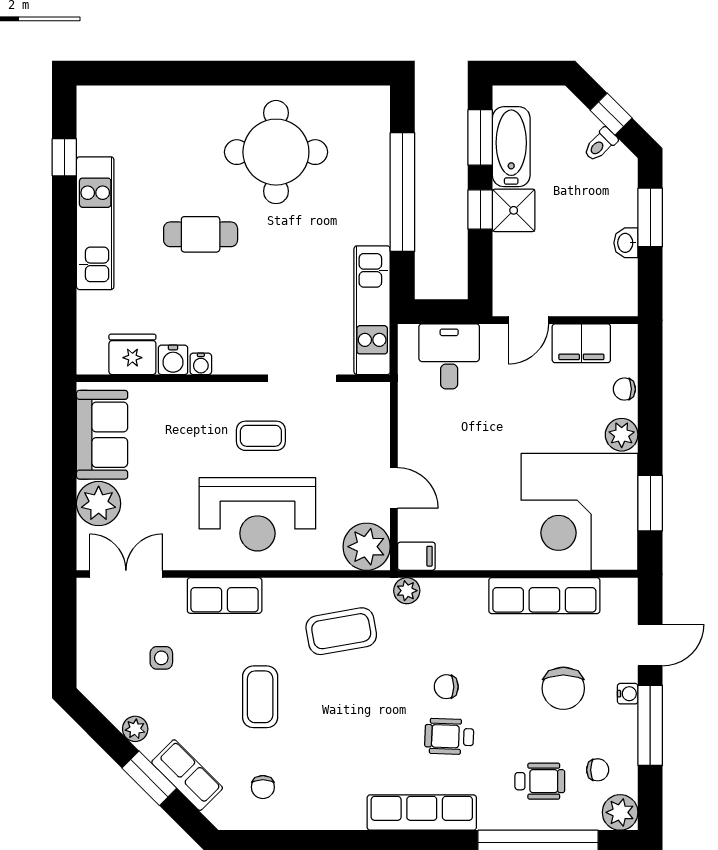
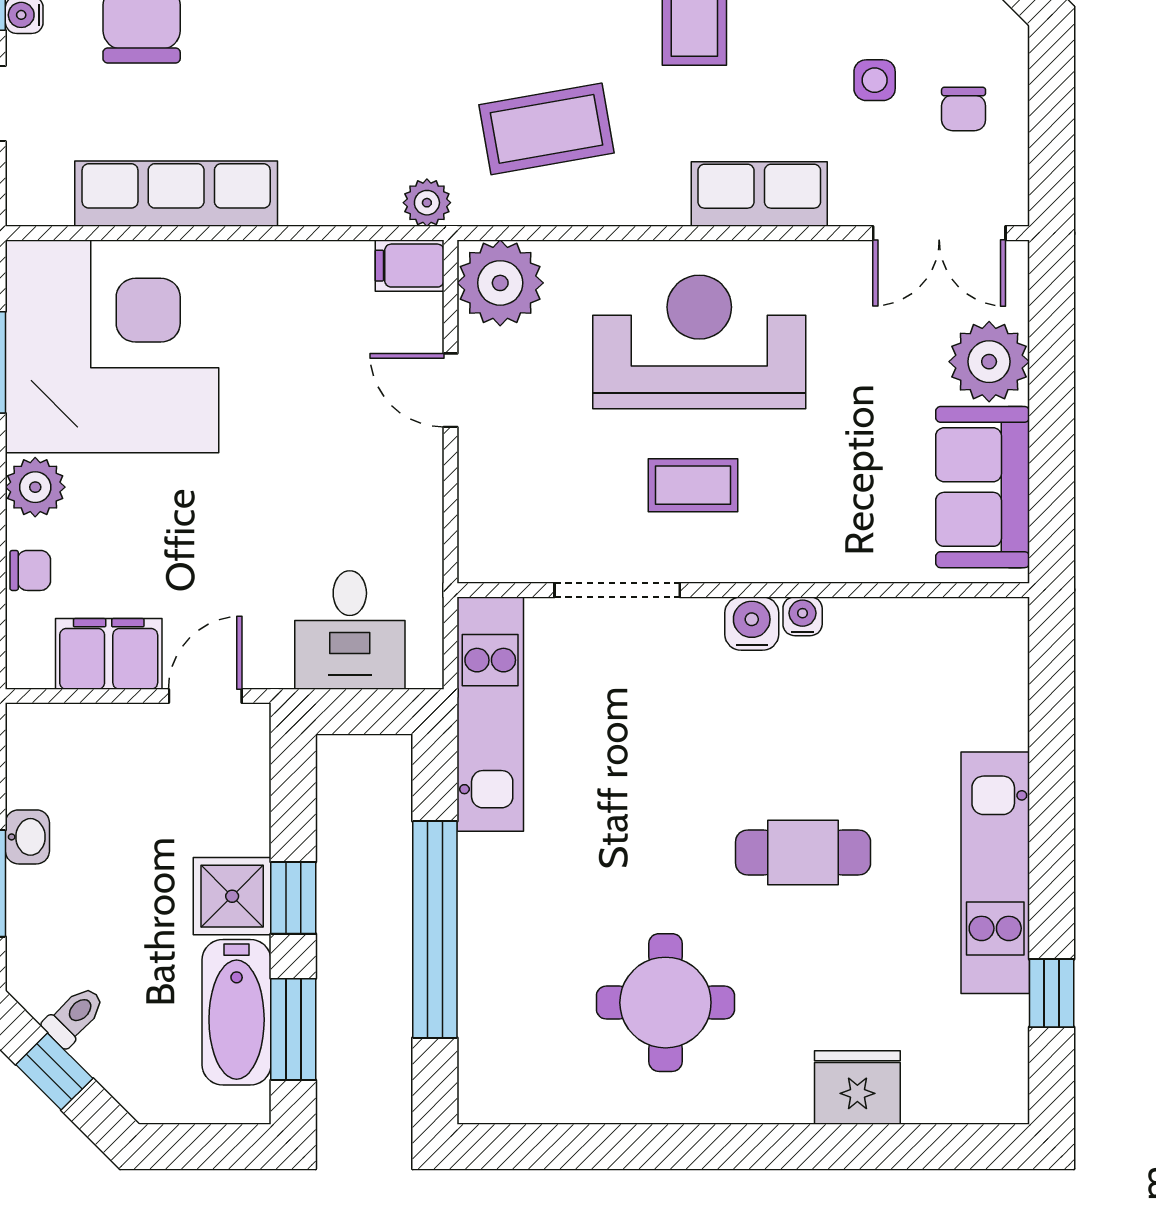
round table: (276, 152) -> (665, 1003), width x0.73, depth x0.73
fridge: (132, 354) -> (857, 1087), moved, turned 180
water cooler: (173, 360) -> (752, 624), moved
chair: (446, 687) -> (964, 109), moved, turned 90

